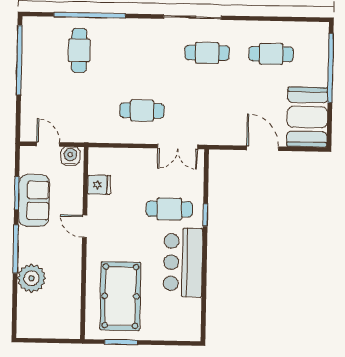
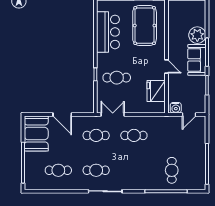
cafe table: (206, 112) -> (96, 135), added
door: (48, 144) -> (189, 115), hinge flipped
fridge: (99, 185) -> (156, 91), width x1.88, depth x1.34
sofa: (34, 200) -> (197, 60), moved
bar counter: (183, 262) -> (108, 32), moved

